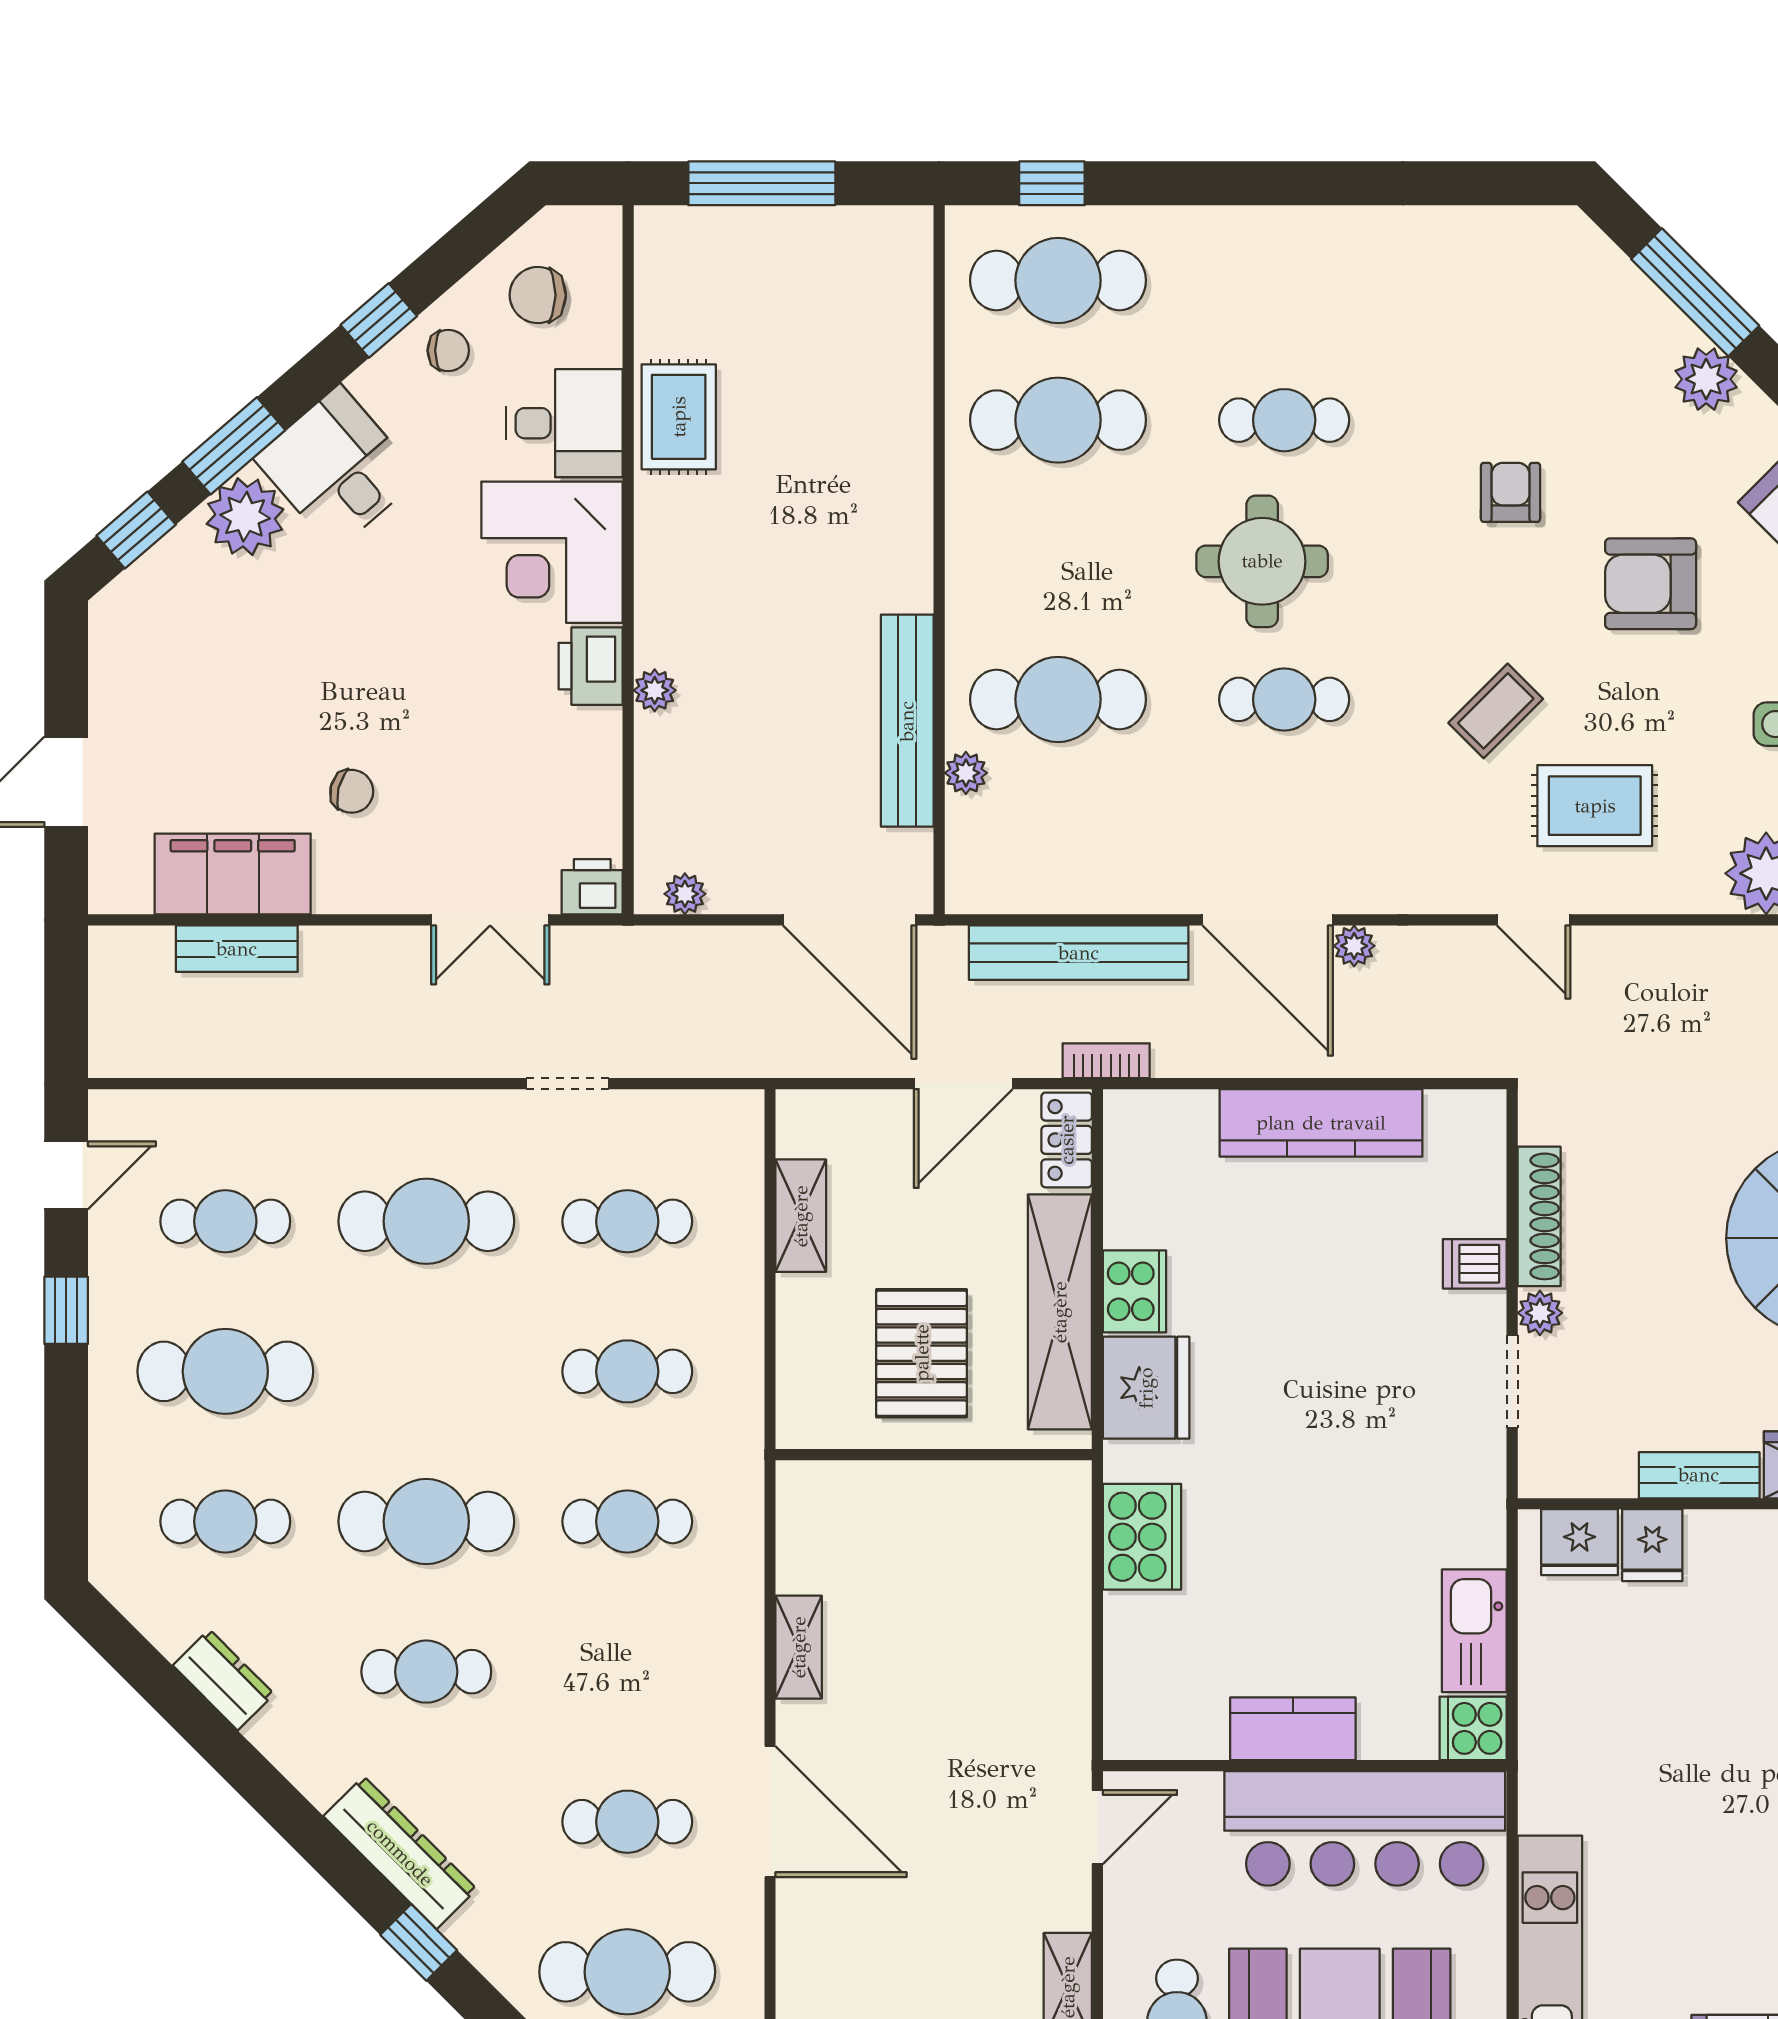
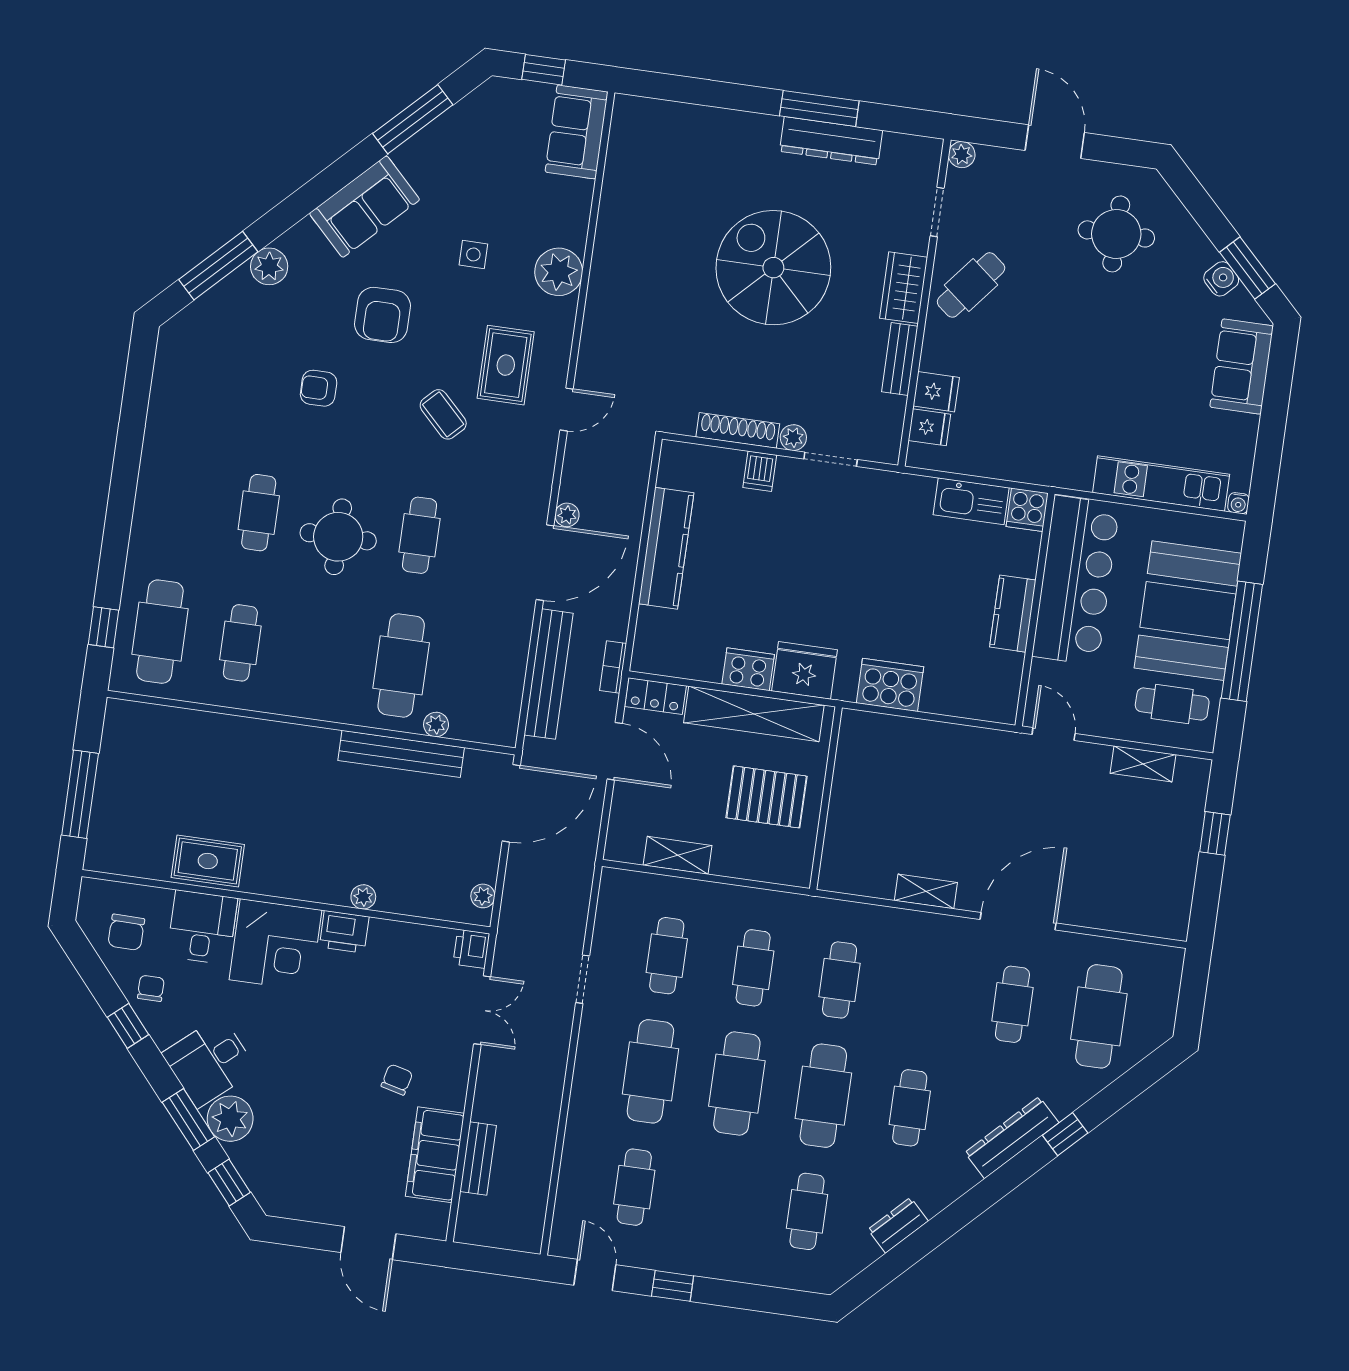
cafe table: (1058, 420) -> (240, 643), width x0.73, depth x0.74
cafe table: (225, 1371) -> (737, 1084), moved
fridge: (1579, 1542) -> (929, 427), width x0.72

